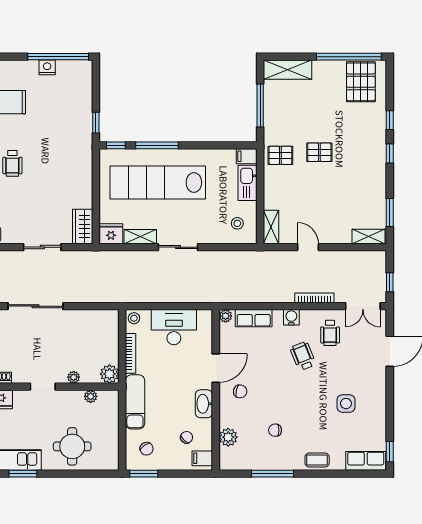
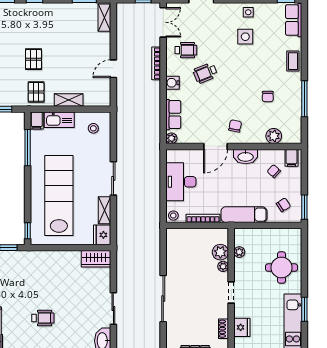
window: (157, 145) -> (28, 148), moved
lab bench: (158, 183) -> (59, 195), turned 180
shelving: (271, 227) -> (69, 100), moved
sliding door: (42, 247) -> (113, 308), moved
door: (216, 368) -> (215, 146), swing flipped
plant: (109, 374) -> (220, 252), moved
side table: (375, 407) -> (248, 12), added

